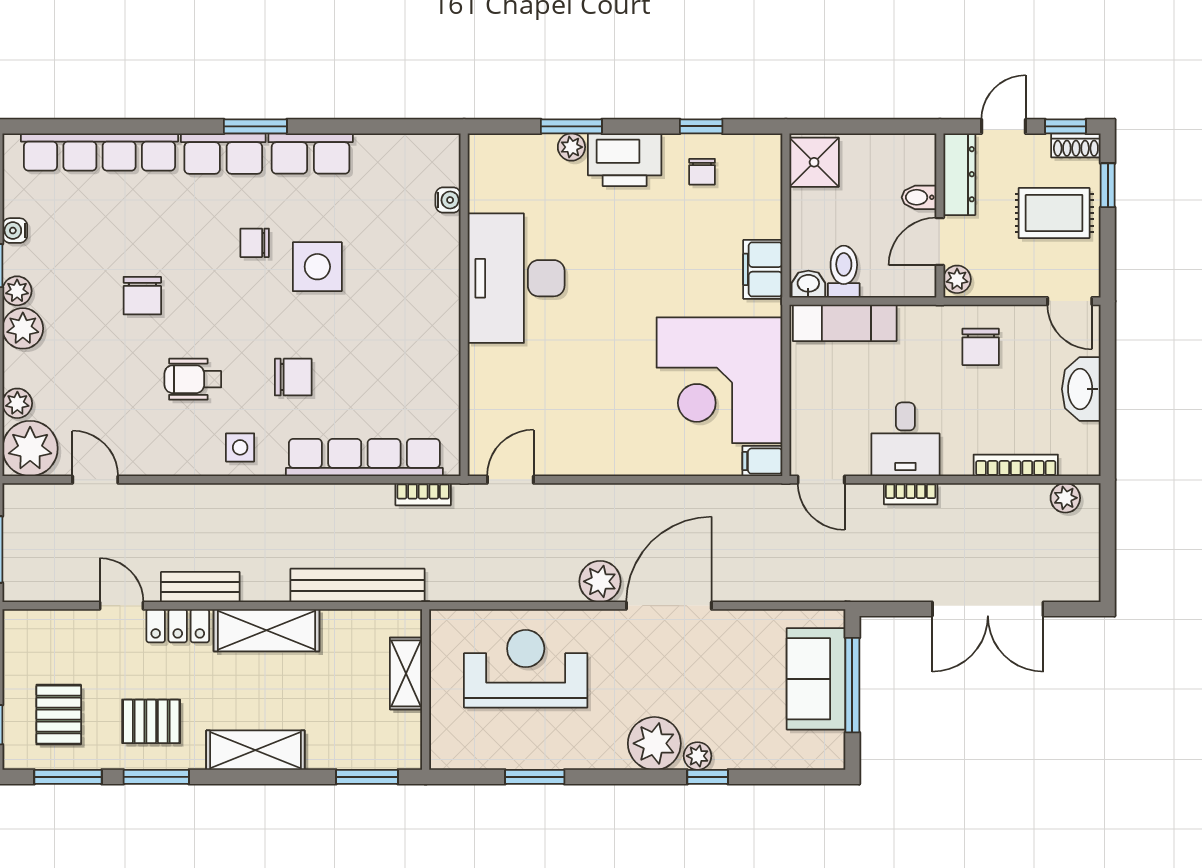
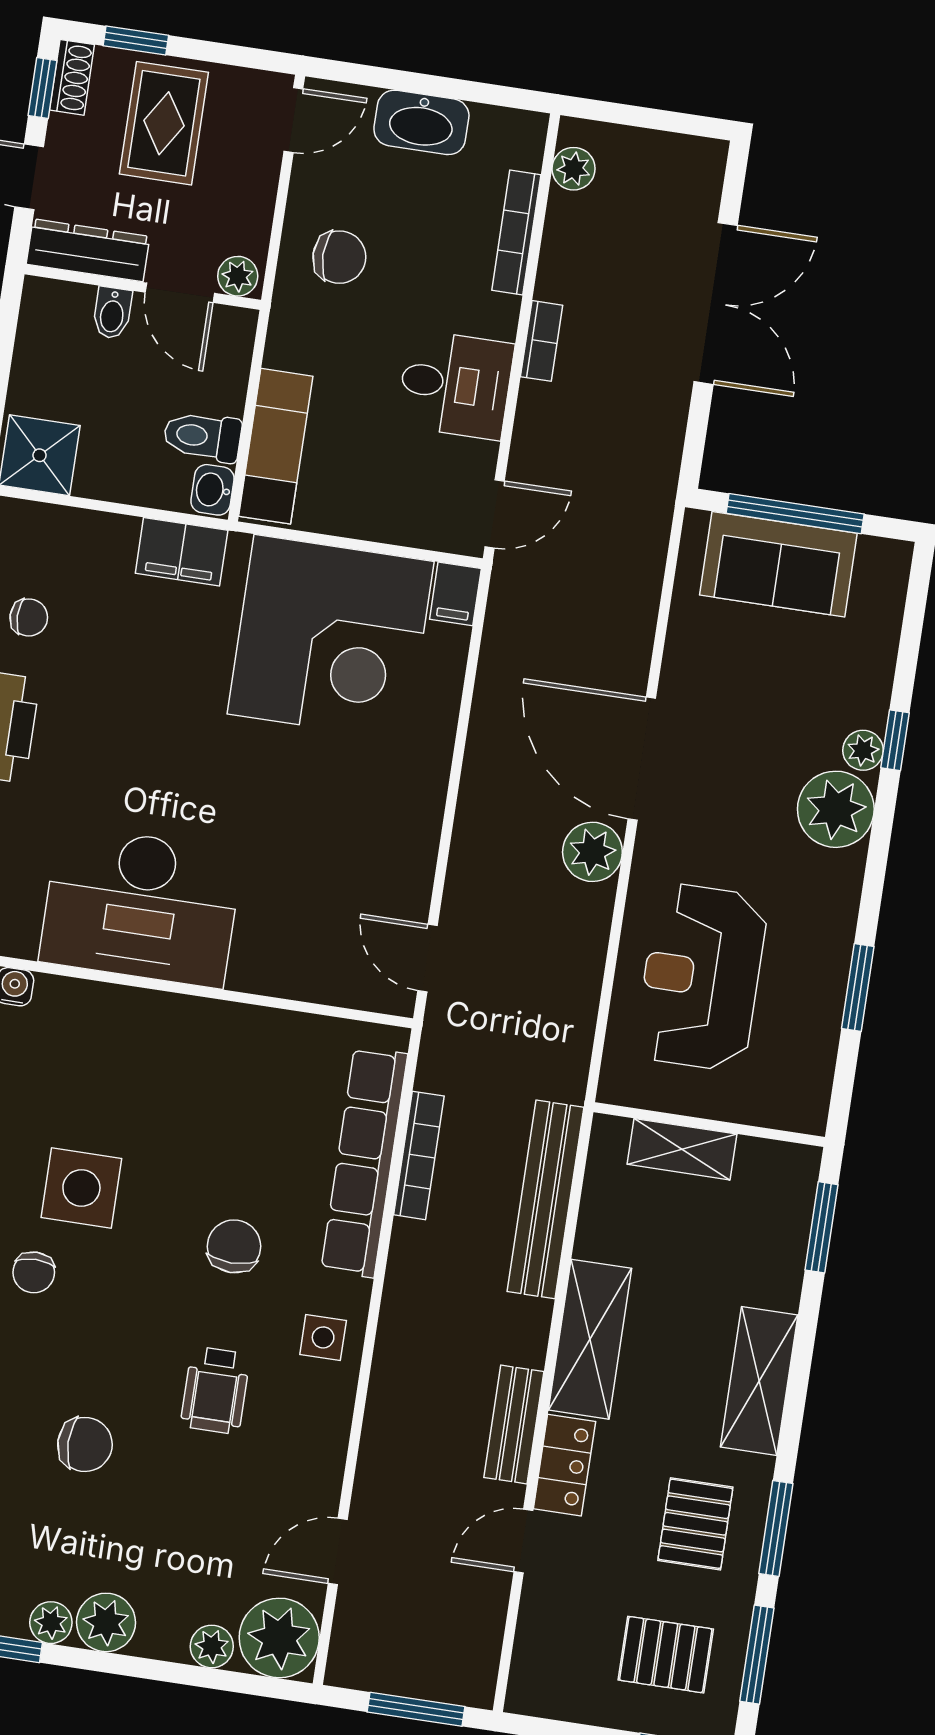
bookcase: (423, 494) -> (419, 1155), moved, width x1.56
bookcase: (911, 494) -> (542, 341), moved

